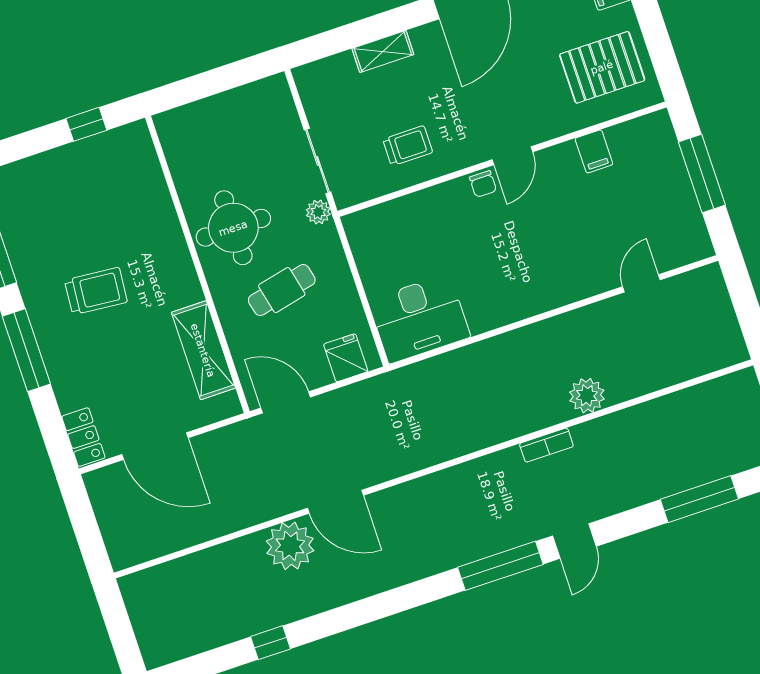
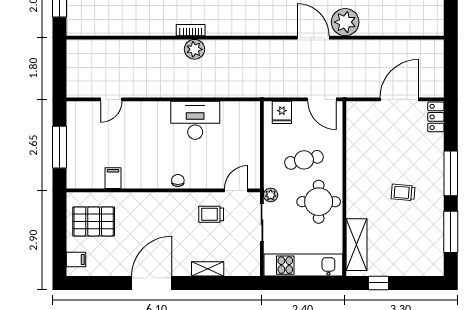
kitchen unit: (223, 112) -> (303, 265), added
door: (512, 156) -> (236, 190), moved
trolley: (96, 291) -> (403, 192), width x0.73, depth x0.72
desk: (419, 318) -> (195, 120), moved
shelving: (203, 350) -> (356, 245), moved
plant: (587, 396) -> (194, 49), moved
door: (155, 446) -> (399, 99), hinge flipped

